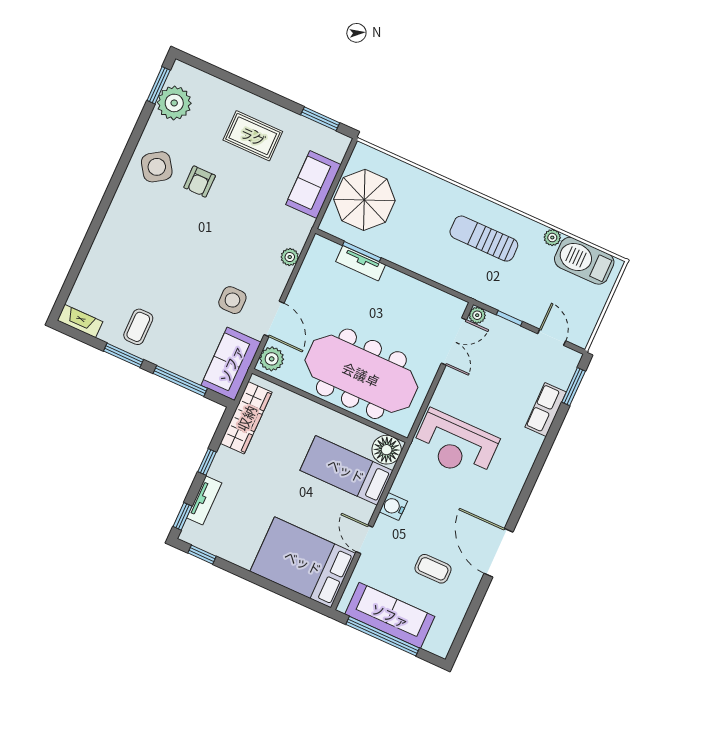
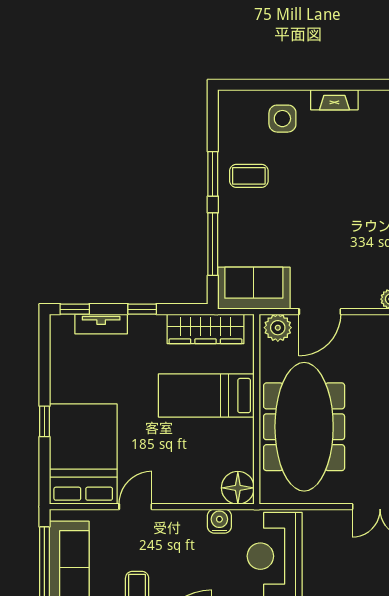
side table: (232, 300) -> (282, 119), moved
fireplace: (80, 321) -> (334, 100), moved, turned 90
bed: (346, 470) -> (206, 396), moved, turned -90
water cooler: (393, 507) -> (219, 521), moved
window: (202, 555) -> (44, 421), moved

